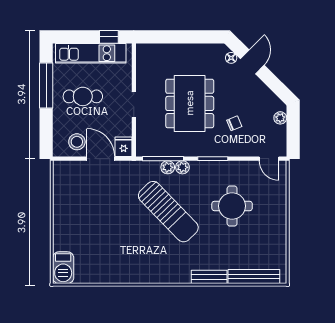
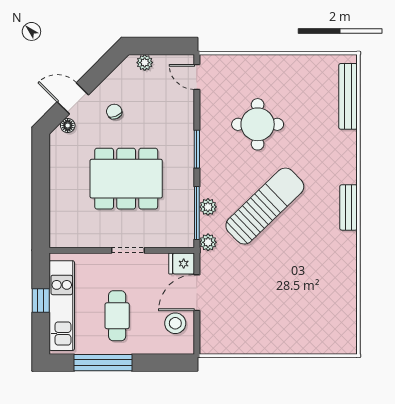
window: (109, 37) -> (41, 301), moved
chair: (234, 123) -> (114, 112), moved
door: (269, 159) -> (197, 77), swing flipped
plant: (182, 167) -> (208, 242), moved
barbecue: (63, 268) -> (337, 341), removed
bench: (209, 277) -> (349, 207), moved

